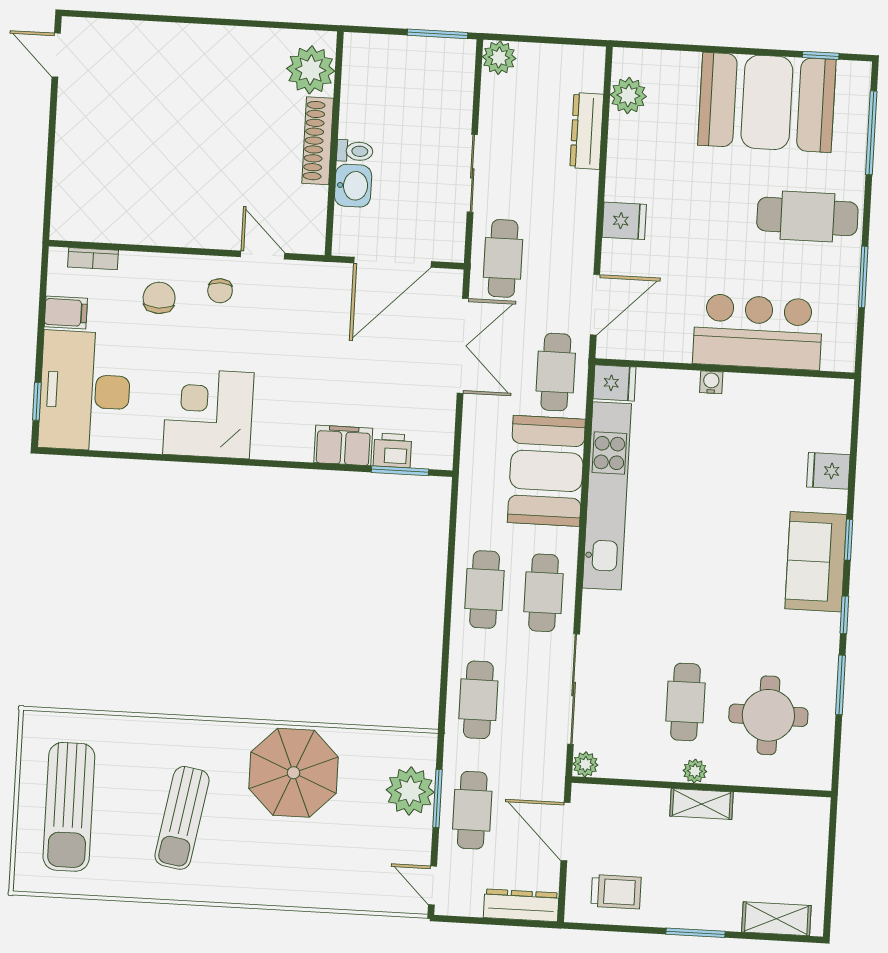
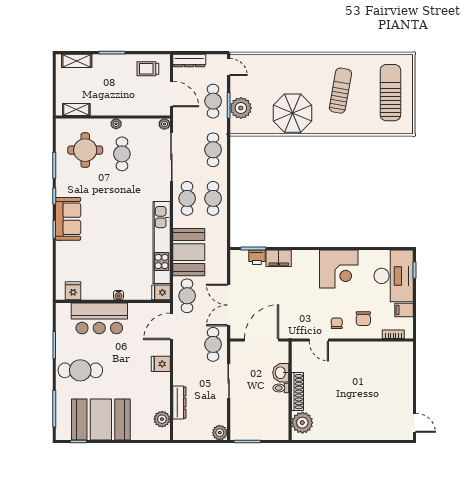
fridge: (828, 471) -> (73, 291), moved, turned -90
shelving: (701, 804) -> (76, 109), moved

